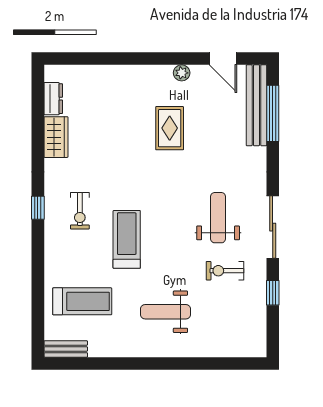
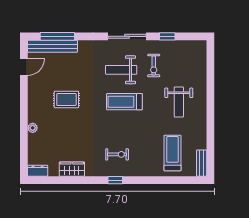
plant: (182, 73) -> (33, 128), moved
dresser: (53, 99) -> (38, 171), moved
treadmill: (127, 239) -> (124, 102), moved

